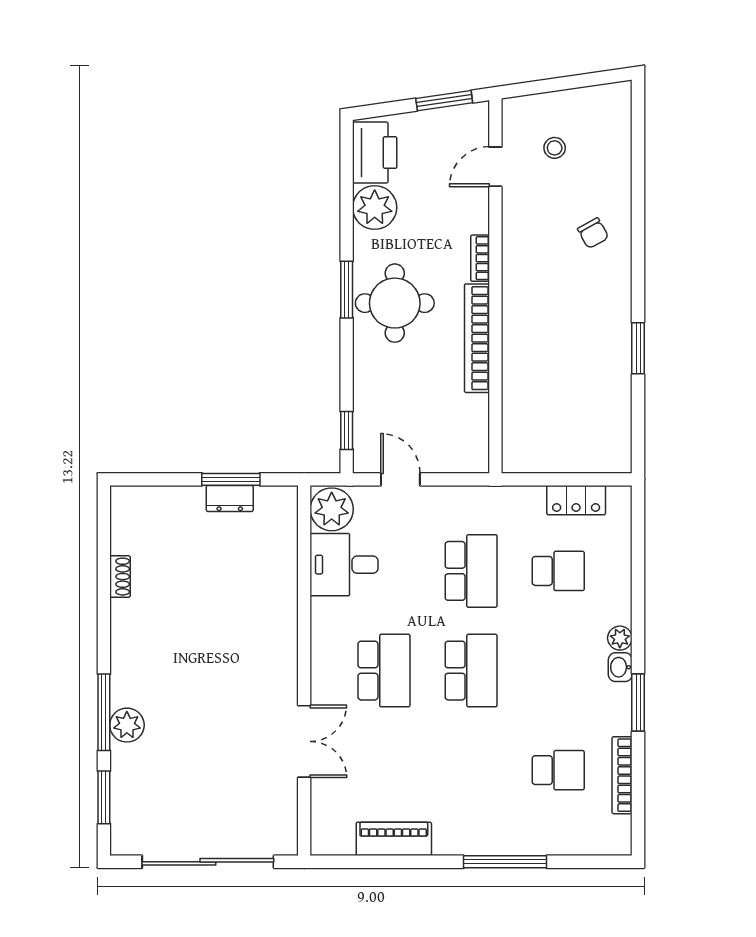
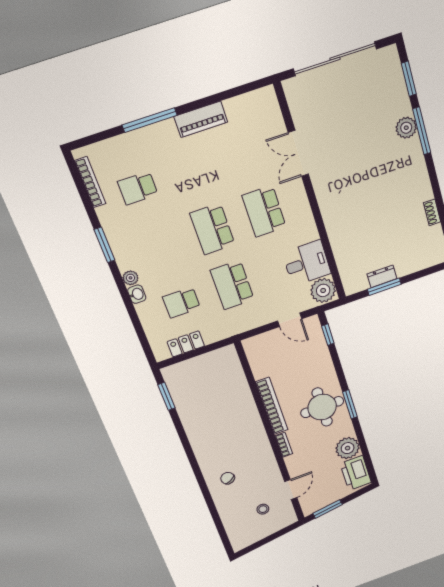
window: (638, 348) -> (166, 396), moved
washbasin: (620, 667) -> (137, 294), moved
bookcase: (622, 775) -> (90, 182), moved
piano: (394, 839) -> (201, 119), moved

